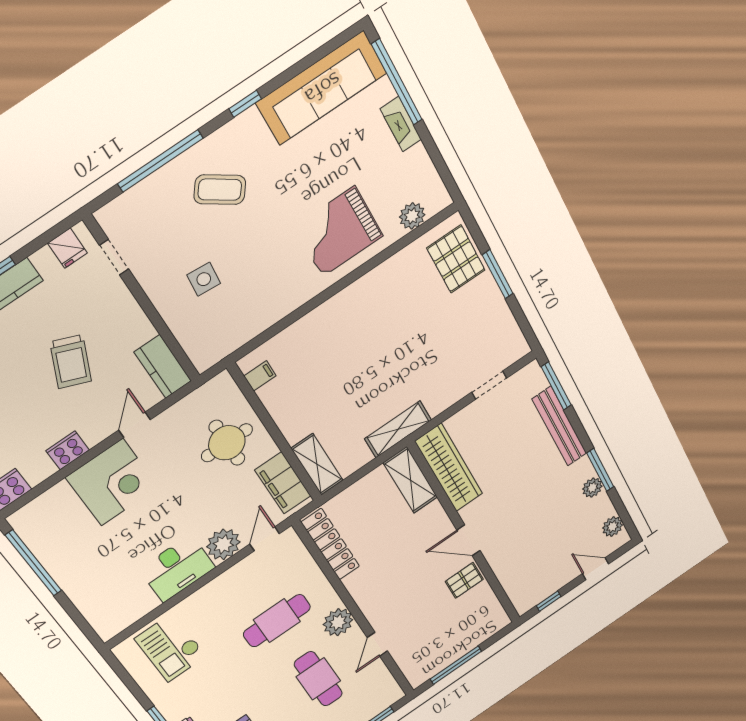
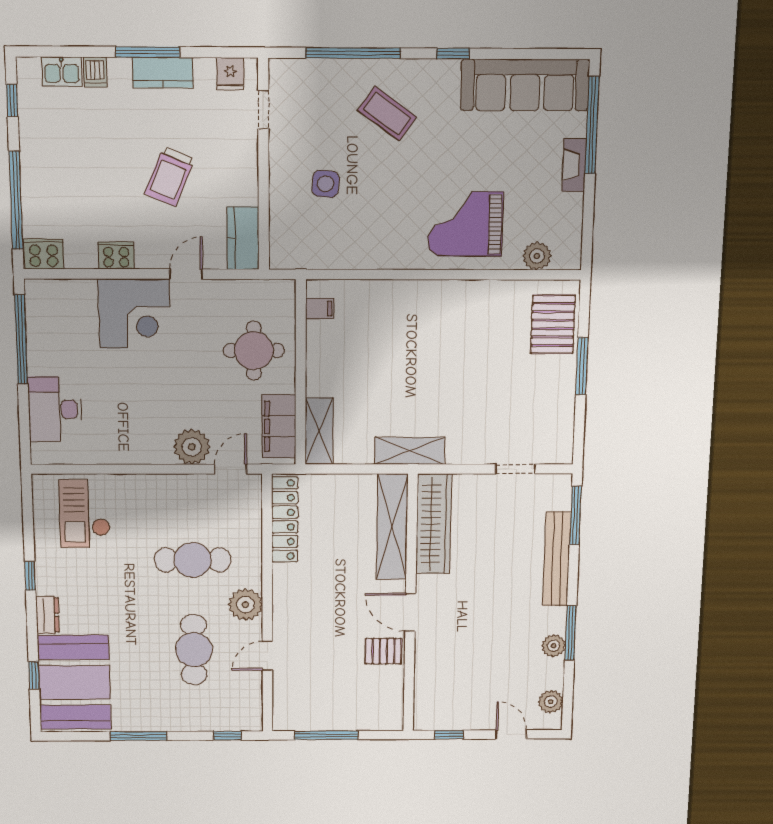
shelving: (410, 480) -> (392, 527), width x1.47
desk: (177, 568) -> (55, 409), moved, turned 90

